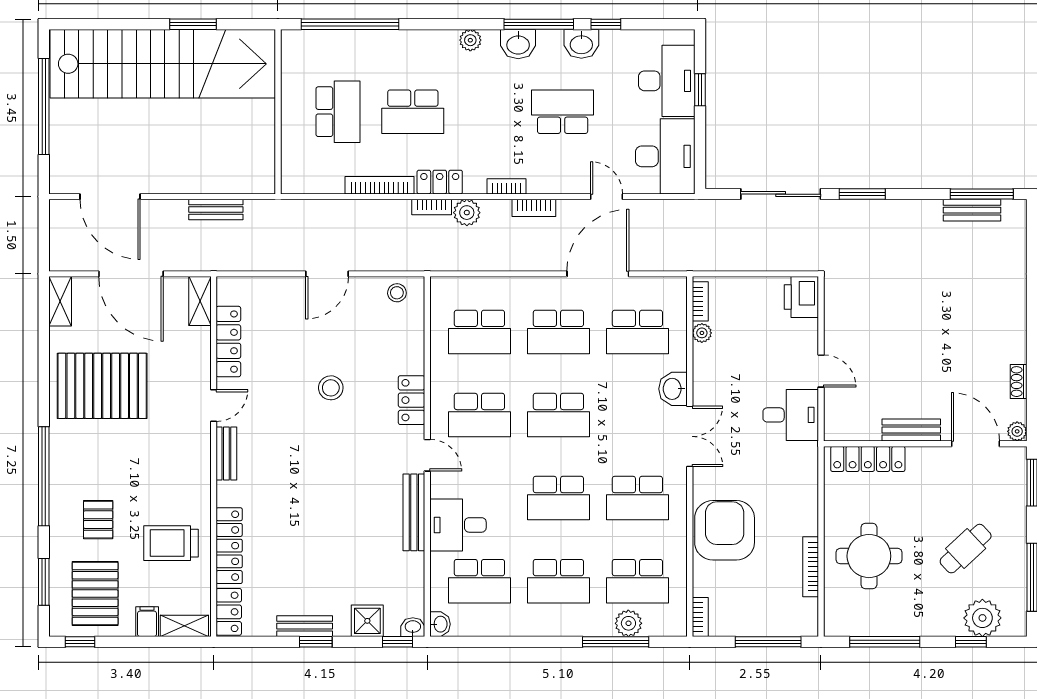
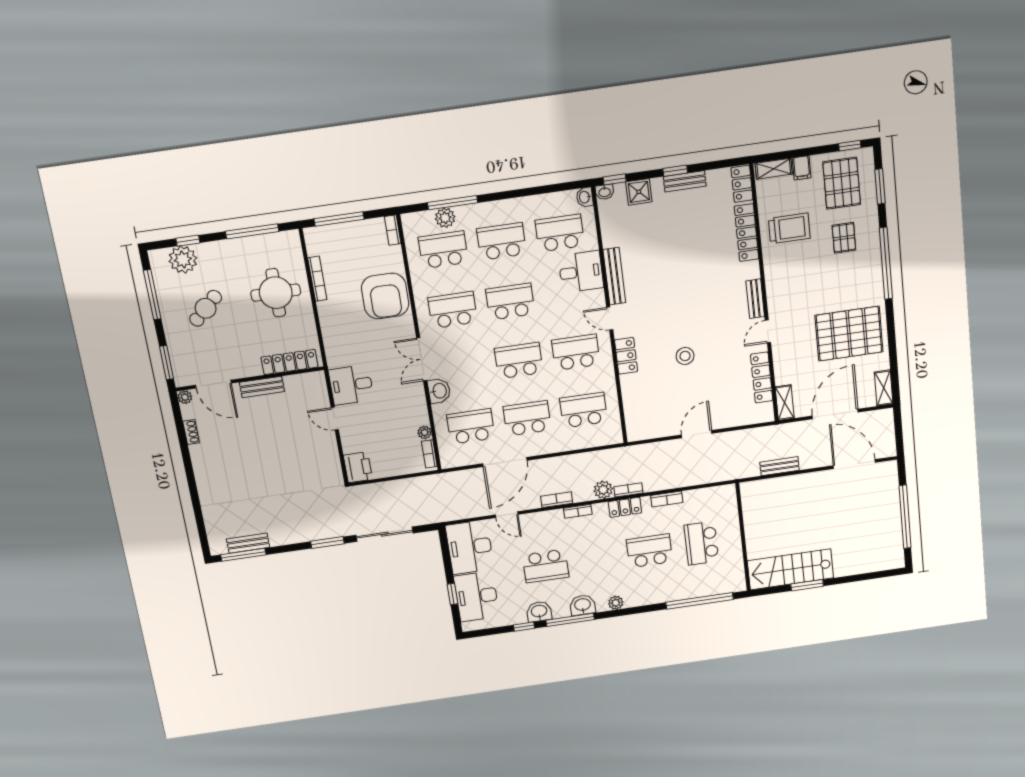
stairs: (163, 64) -> (790, 569), width x0.54, depth x0.66
bookcase: (379, 185) -> (667, 499), width x0.64
door: (131, 274) -> (835, 414), hinge flipped
stool: (397, 293) -> (646, 428), removed

